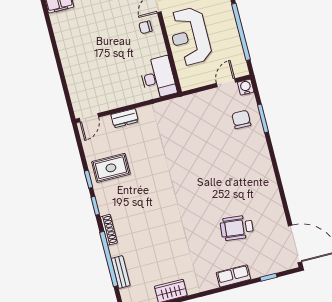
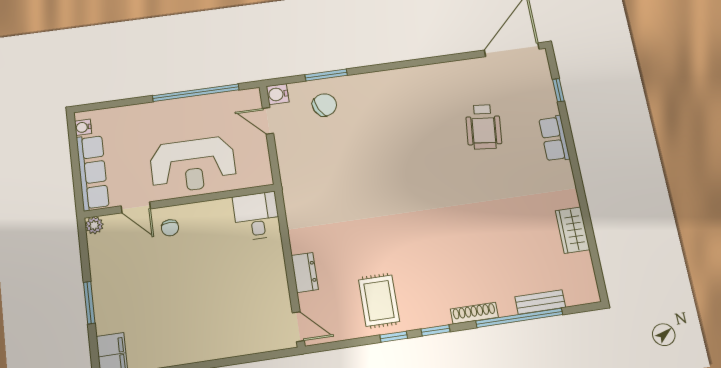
desk: (158, 78) -> (257, 216), width x0.73
chair: (241, 119) -> (324, 105), turned 153

